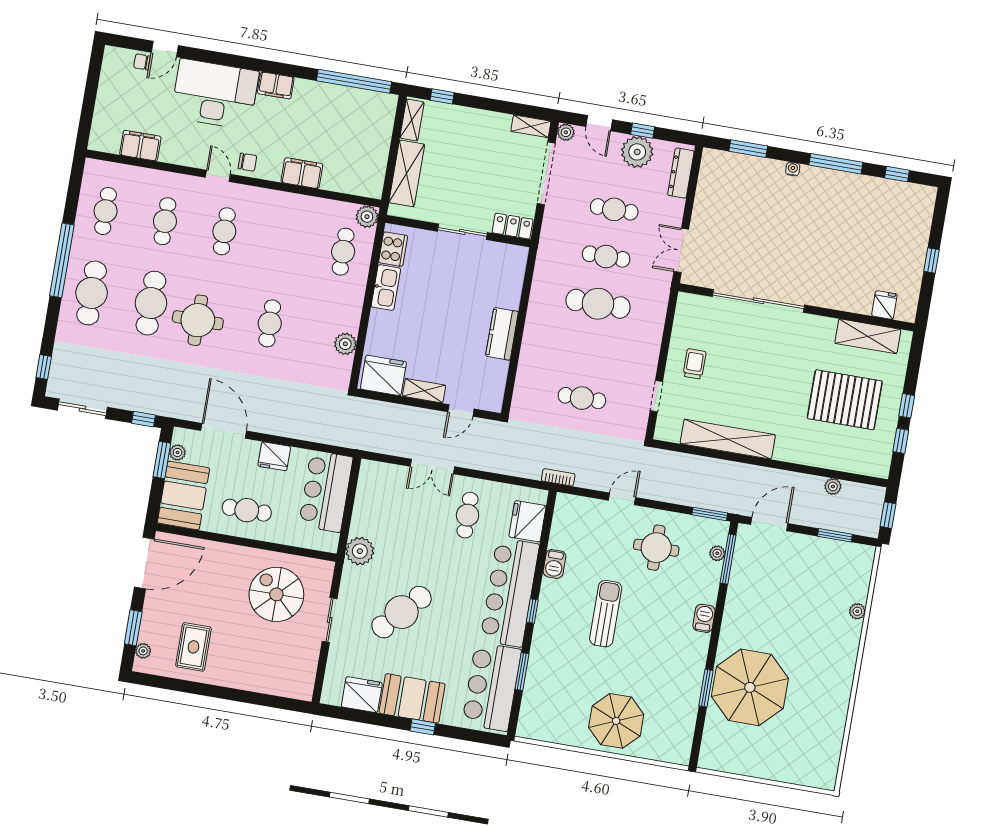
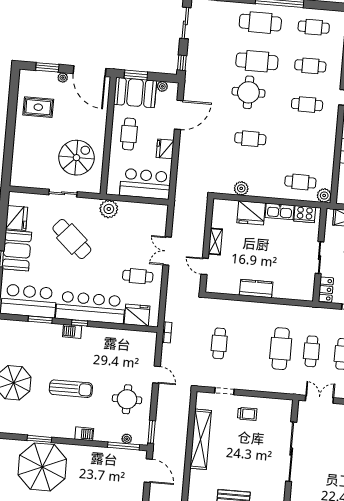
fridge: (383, 375) -> (251, 213), moved, turned 90
window: (162, 460) -> (136, 75), moved
barbecue: (554, 564) -> (72, 331), moved
sun lounger: (606, 614) -> (71, 389), moved
plant: (143, 651) -> (63, 78), moved

